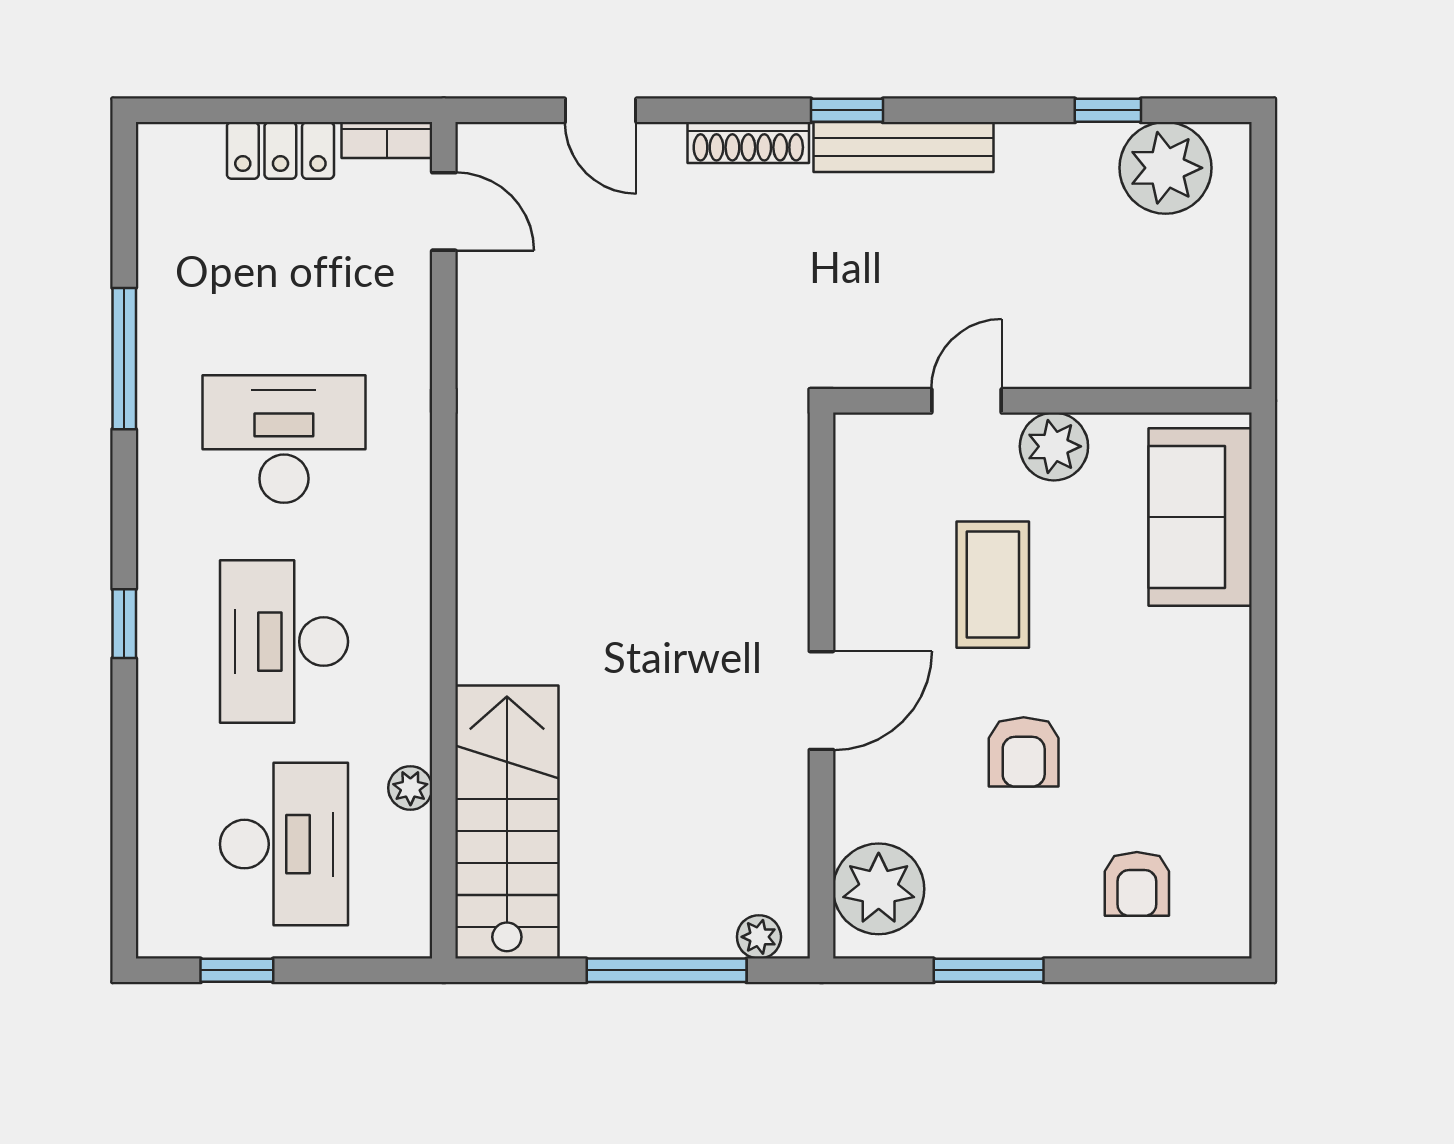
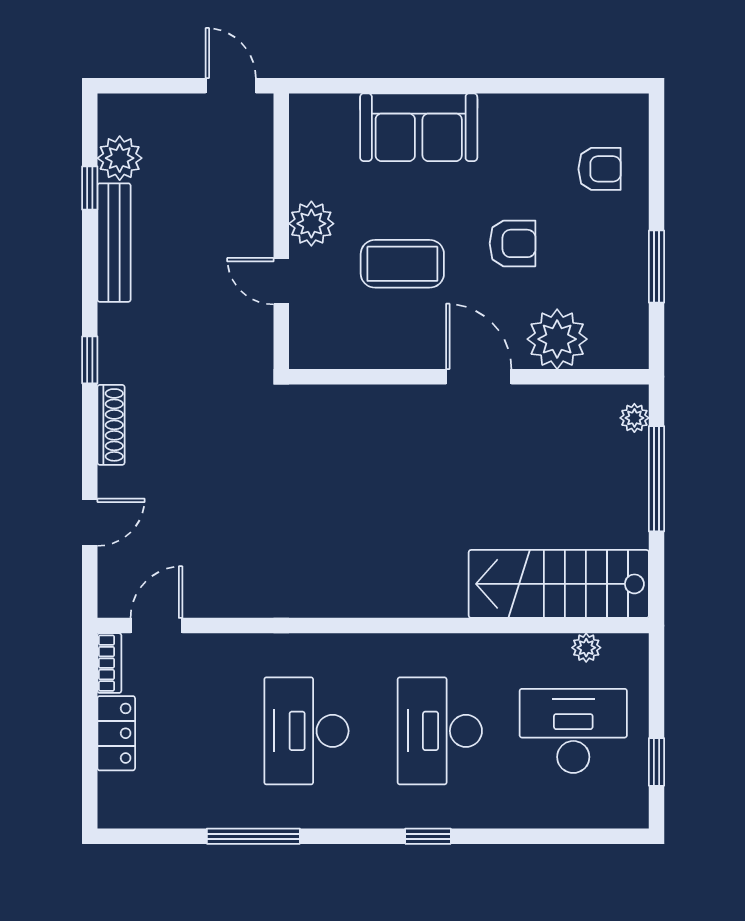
bench: (903, 147) -> (114, 243), moved
plant: (1166, 168) -> (120, 158), width x0.73, depth x0.73
door: (1263, 324) -> (231, 86), added
sofa: (1200, 517) -> (419, 127), moved
desk: (284, 642) -> (440, 731), turned 90
plant: (410, 788) -> (586, 648), moved
plant: (879, 889) -> (557, 339), moved

